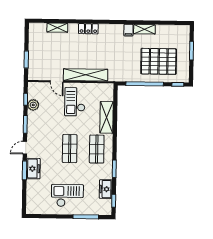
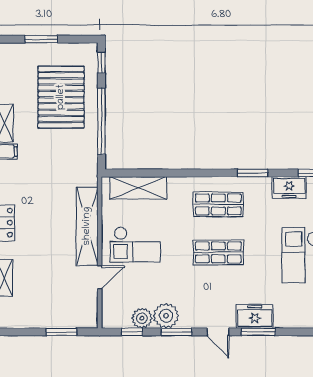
shelving: (107, 117) -> (138, 188), moved
plant: (34, 119) -> (166, 316), added

